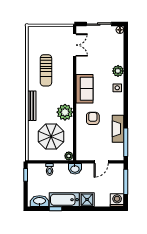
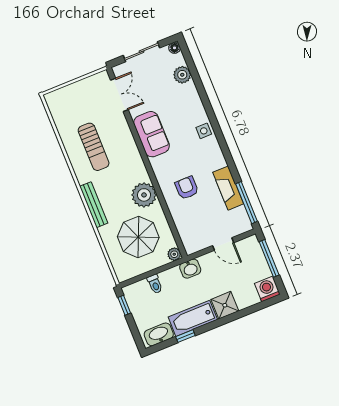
plant: (118, 71) -> (182, 75), moved
sofa: (85, 89) -> (152, 134), moved
door: (101, 162) -> (223, 244), hinge flipped

